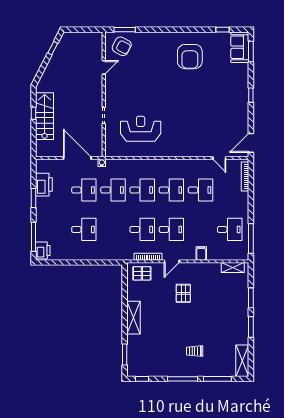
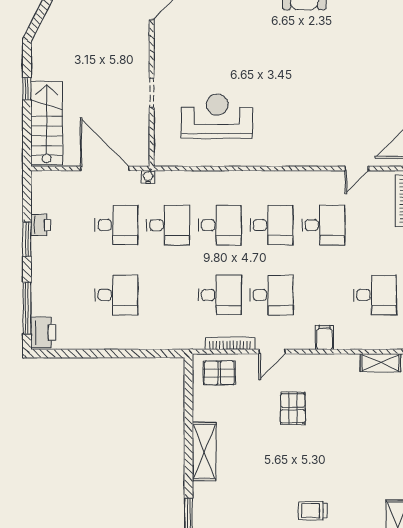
stairs: (45, 116) -> (47, 123), moved
door: (219, 158) -> (357, 168), hinge flipped
printer: (44, 185) -> (41, 225), width x0.53, depth x0.68

